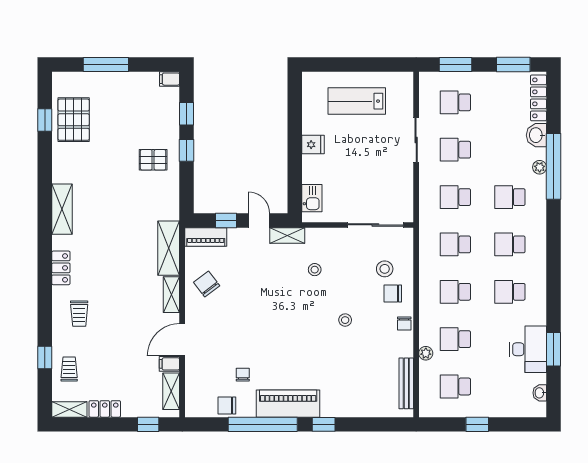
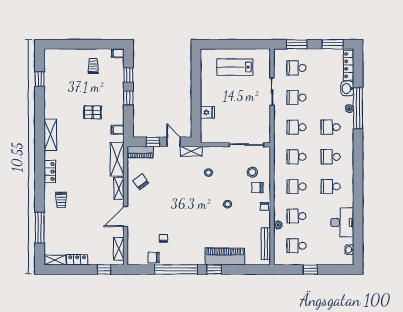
window: (106, 65) -> (78, 44), removed
pallet: (74, 120) -> (58, 79), removed
fridge: (313, 145) -> (207, 113), moved
pallet: (153, 160) -> (93, 112), moved
kitchen sink: (312, 198) -> (207, 128), removed
window: (554, 349) -> (358, 222), removed
window: (45, 357) -> (40, 228), width x2.17
filing cabinet: (169, 364) -> (118, 130), moved
trolley: (69, 369) -> (93, 66), moved
piano: (288, 404) -> (225, 256), moved

